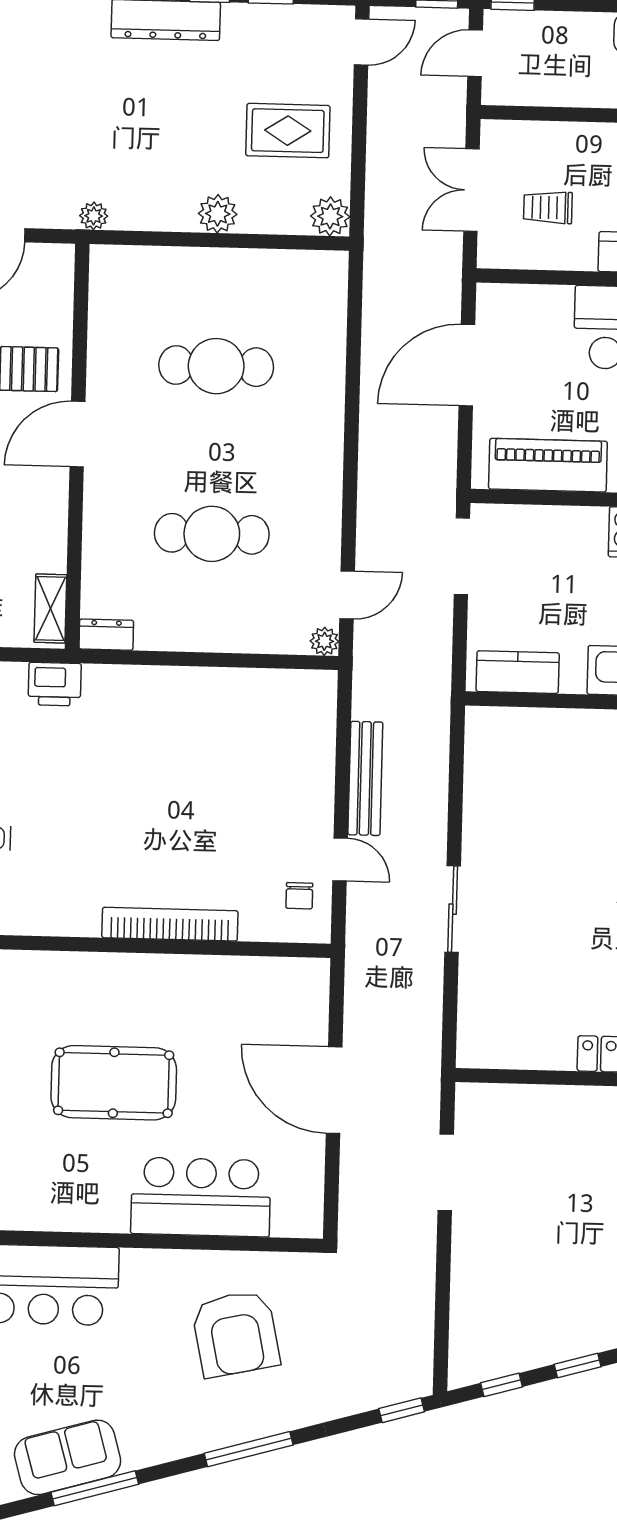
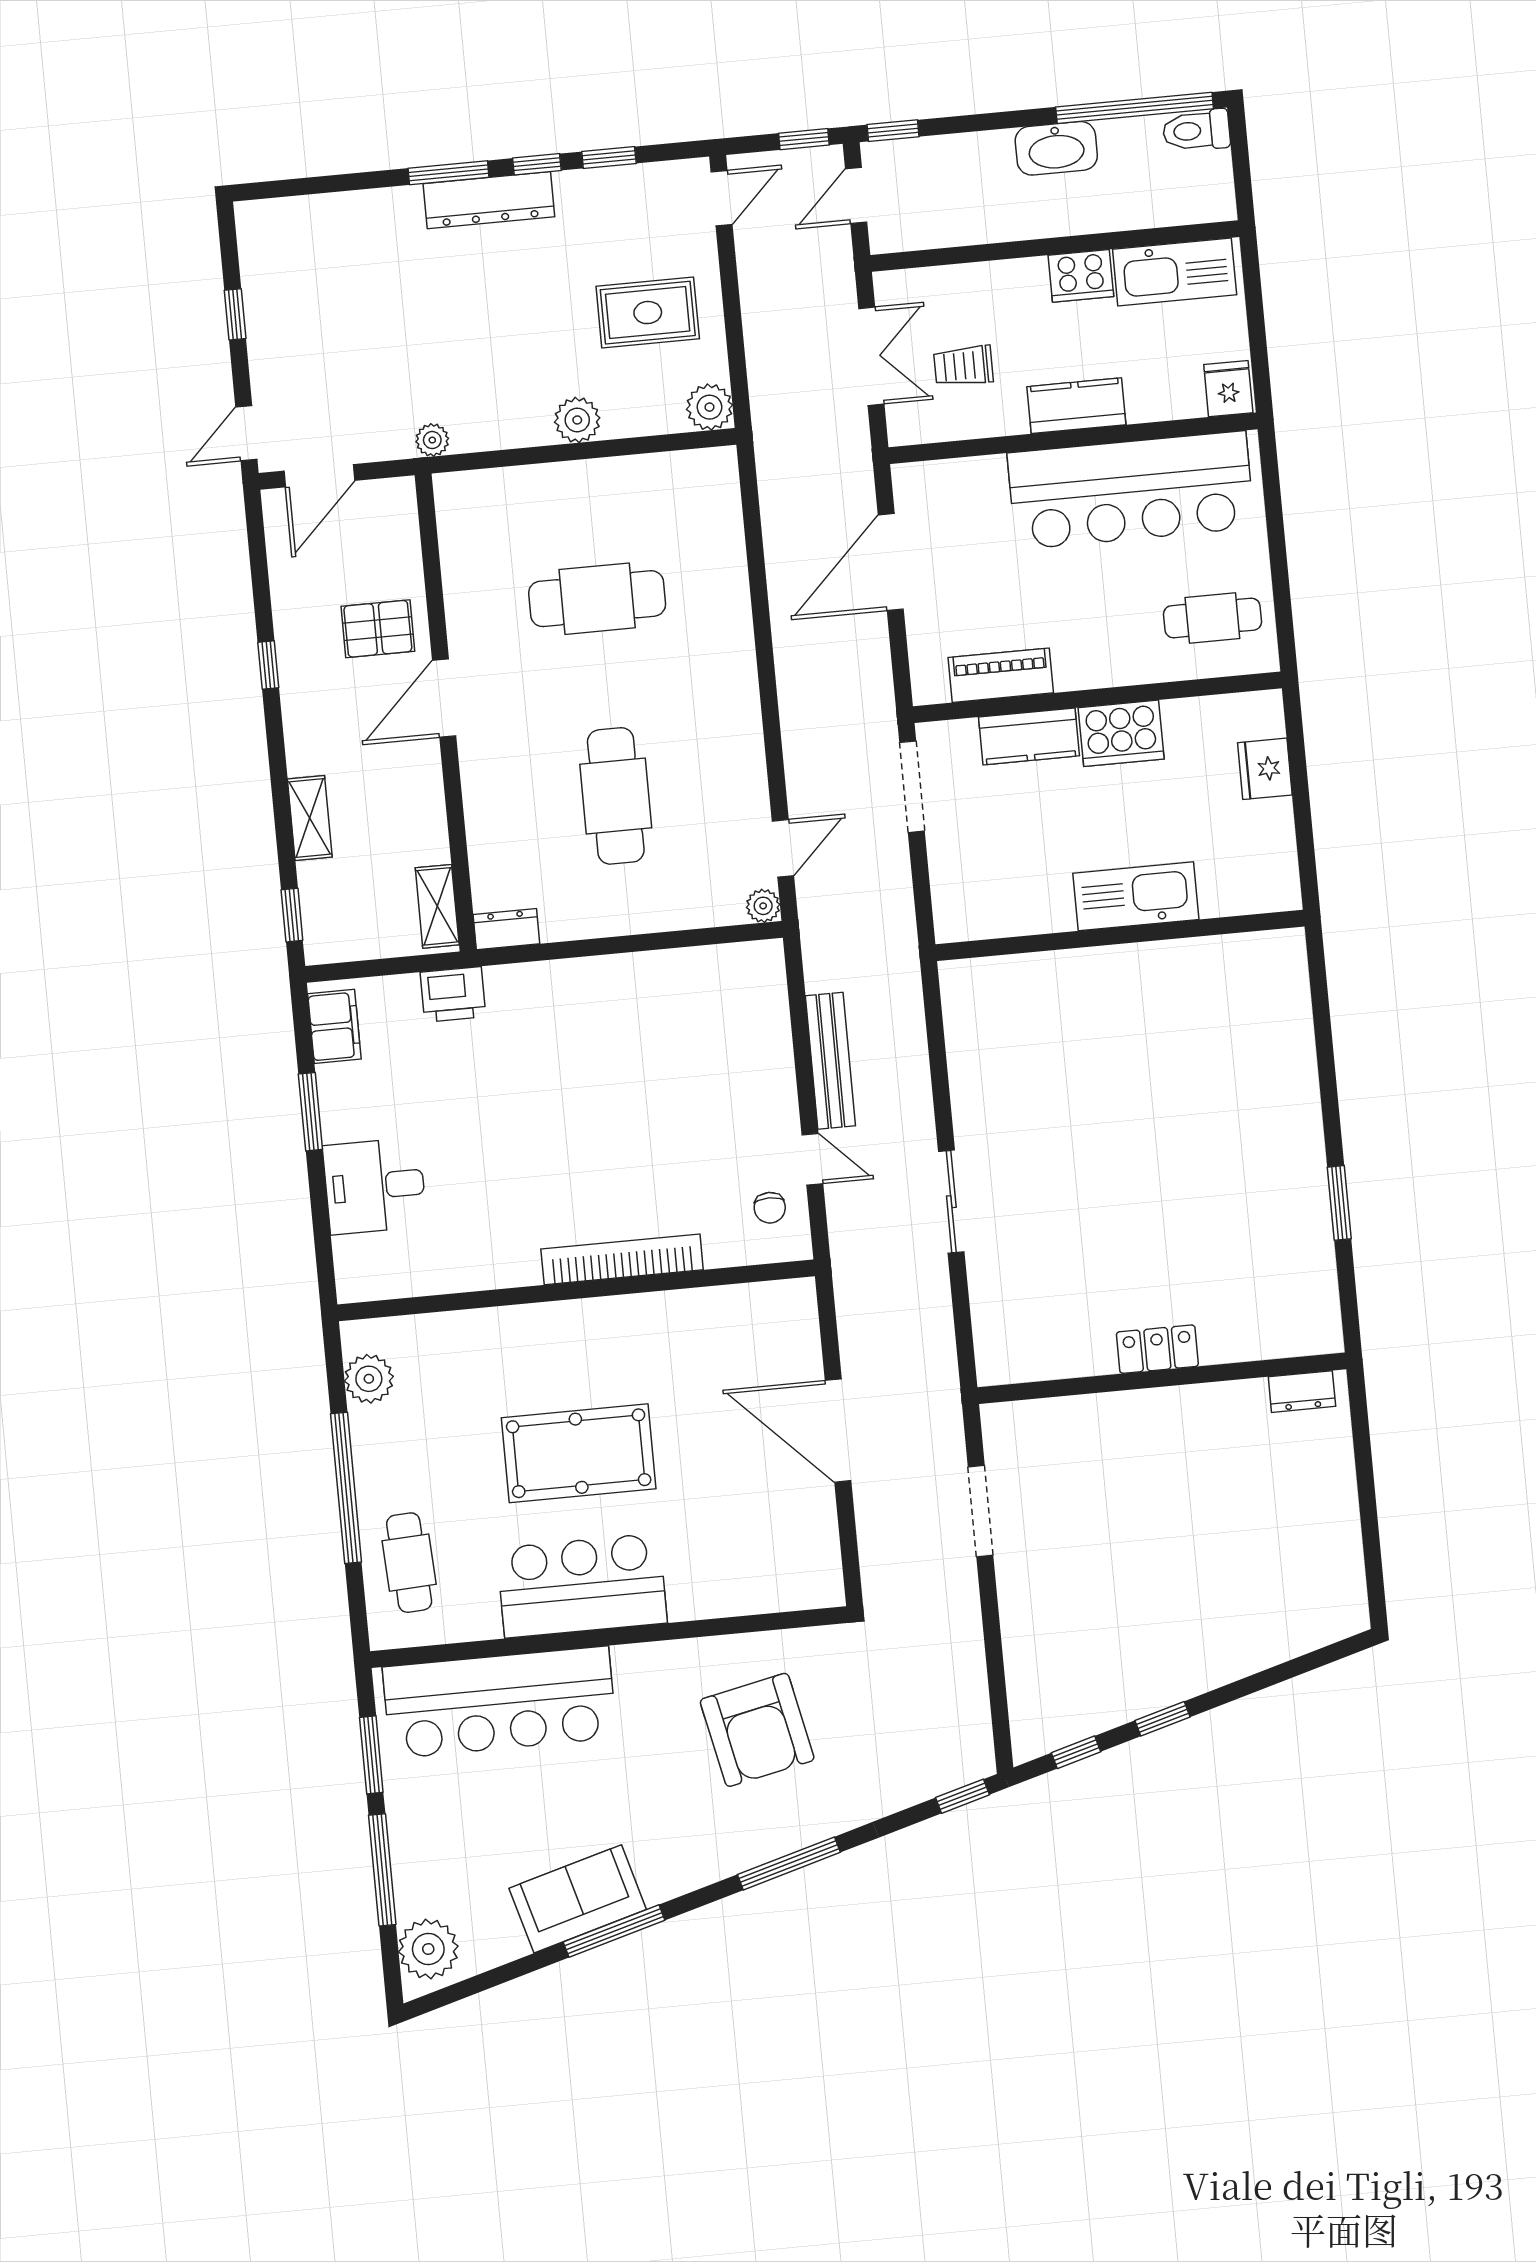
double door: (471, 190) -> (871, 356), swing flipped
piano: (548, 465) -> (1001, 675), width x0.73, depth x0.75
cafe table: (212, 534) -> (616, 796), turned 90
kitchen counter: (518, 672) -> (1029, 736), moved, turned 180
bar counter: (201, 1197) -> (582, 1586), moved

